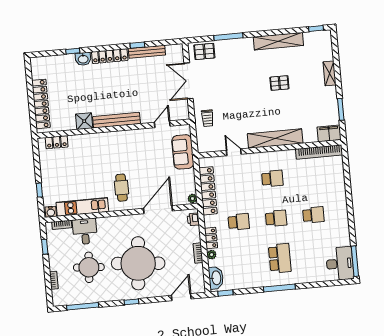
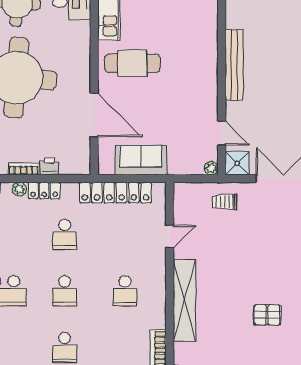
pallet: (279, 83) -> (267, 315), turned 90
shower: (84, 121) -> (237, 163), moved
sofa: (183, 152) -> (141, 160), moved
cafe table: (121, 188) -> (132, 63), width x1.37, depth x1.35
plant: (192, 198) -> (211, 168), moved
printer: (193, 219) -> (49, 167), moved

